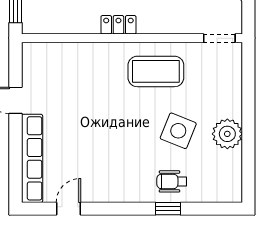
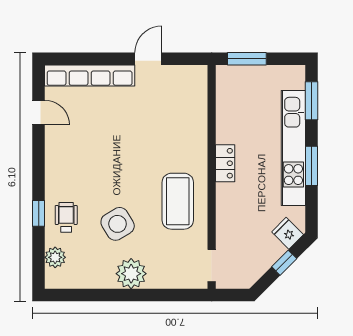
side table: (178, 131) -> (118, 224), turned 37
plant: (227, 134) -> (131, 274), moved
plant: (211, 192) -> (55, 257), added

